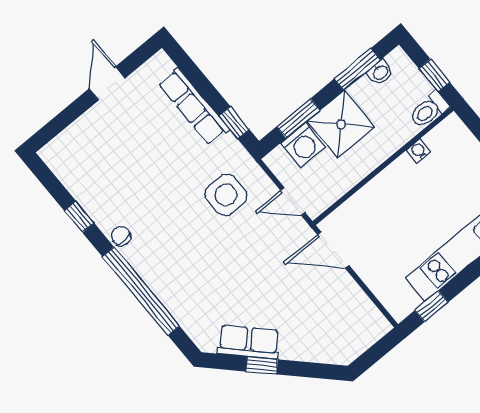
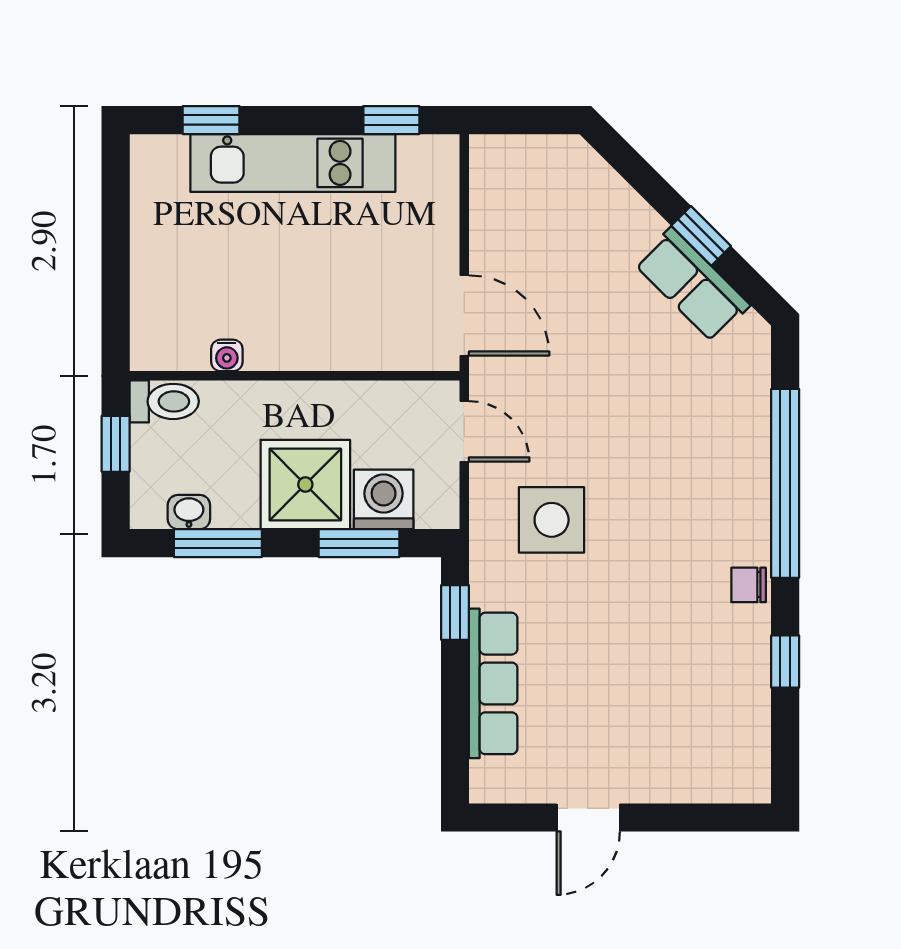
chair: (121, 236) -> (749, 585), turned 90

